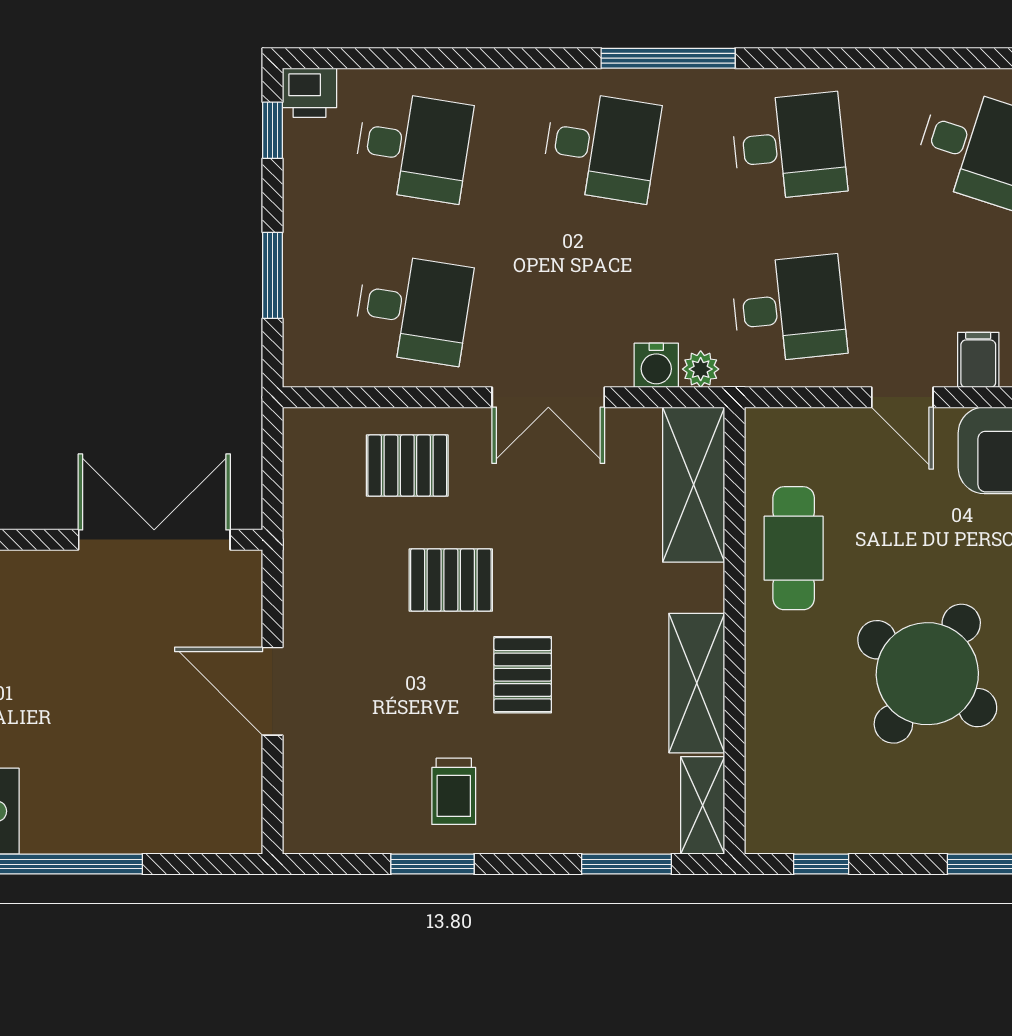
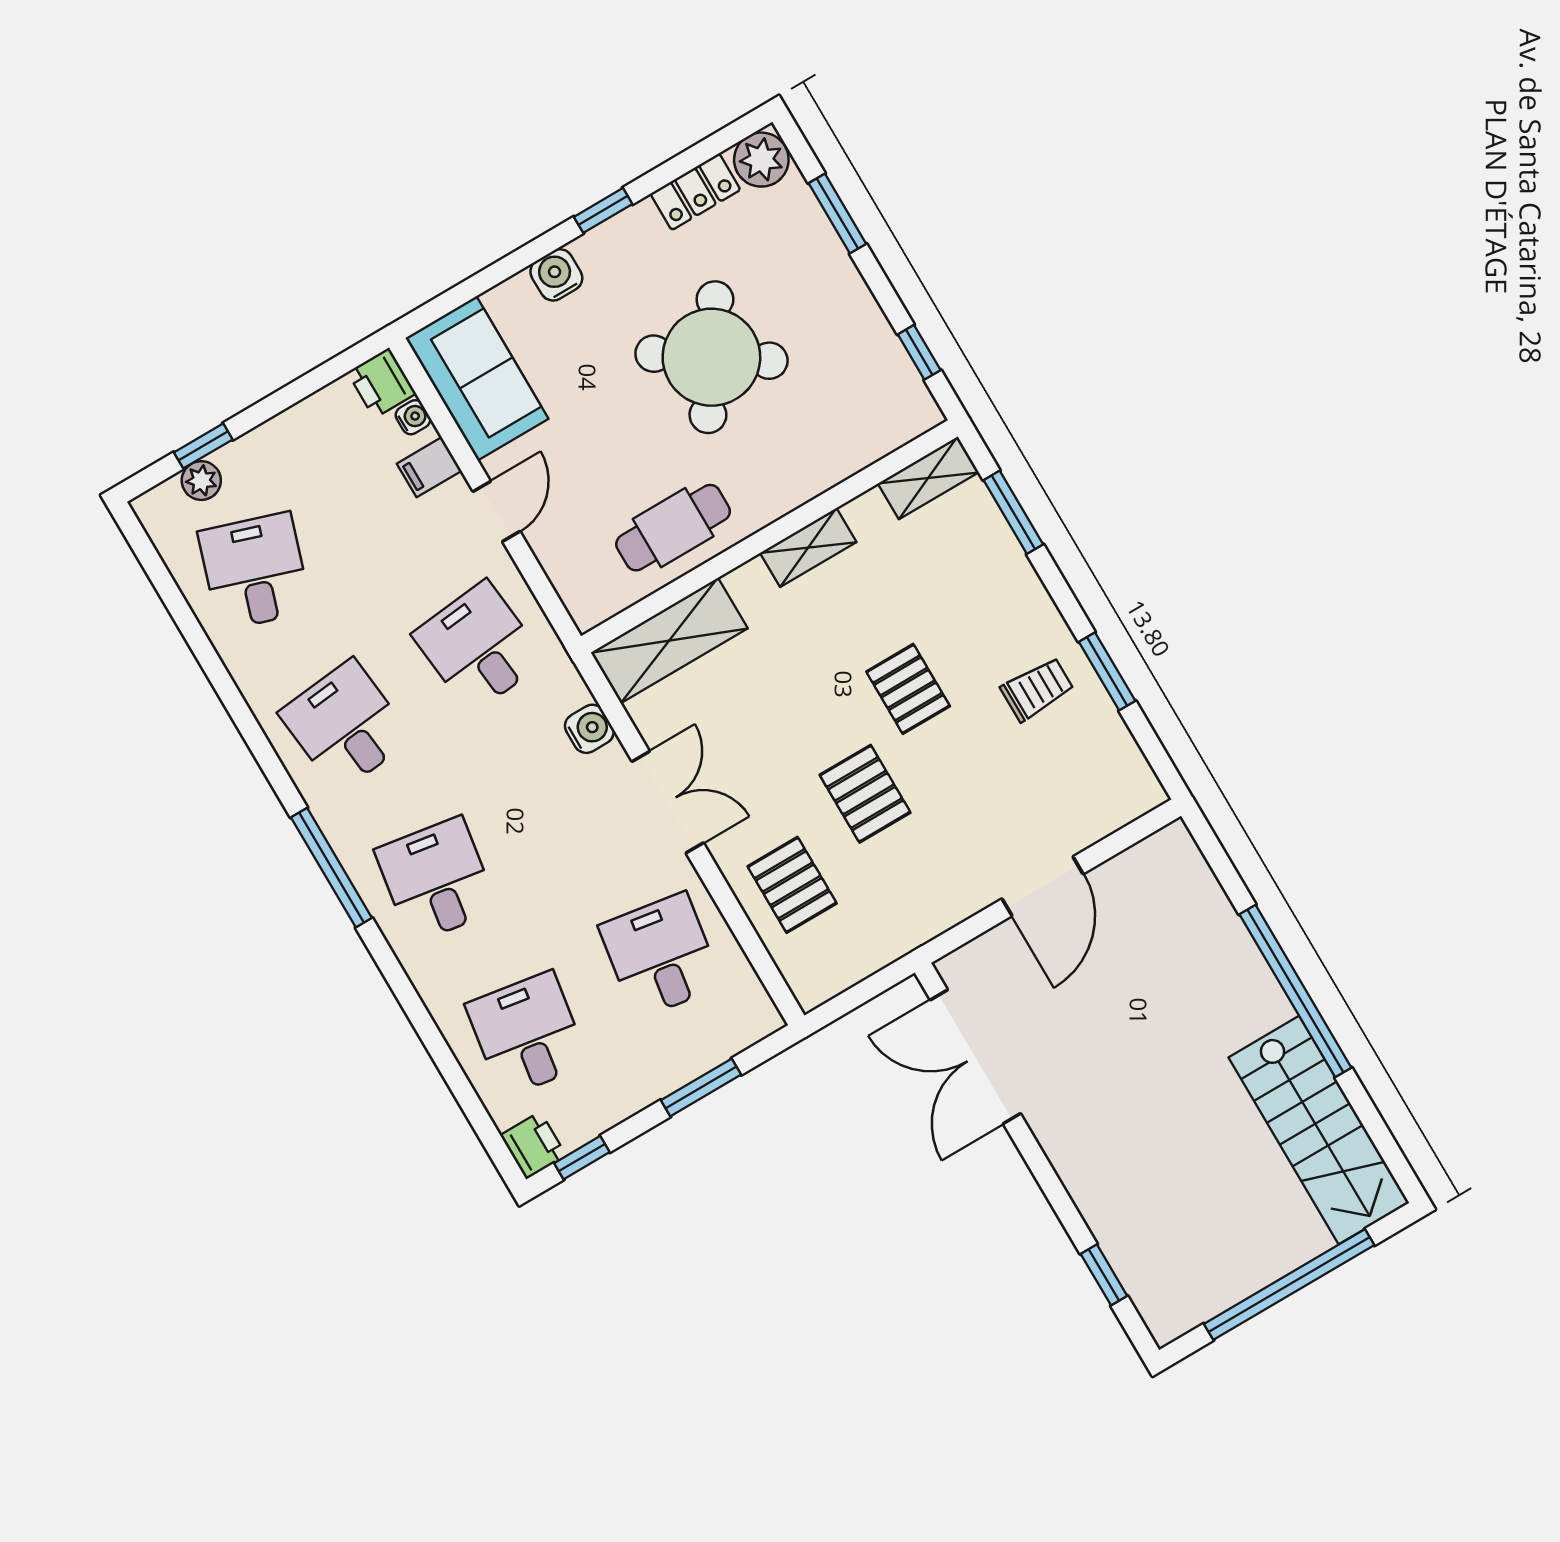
plant: (701, 369) -> (571, 691), removed
pallet: (523, 675) -> (908, 689), turned 90
shelving: (697, 683) -> (808, 548), width x0.67, depth x0.75

